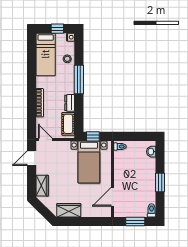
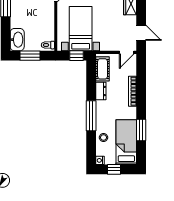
window: (32, 66) -> (141, 130), added
window: (137, 136) -> (30, 56), added
door: (45, 139) -> (127, 52), hinge flipped
washbasin: (151, 152) -> (17, 40), width x1.91, depth x1.45
door: (32, 158) -> (141, 33), hinge flipped

